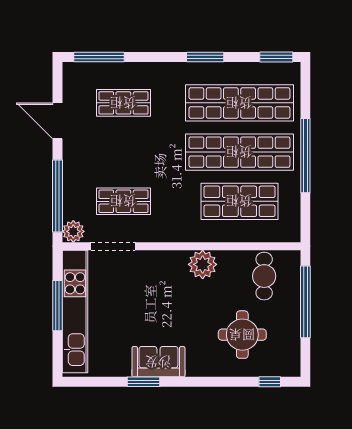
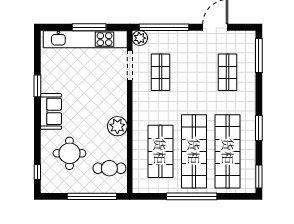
sofa: (158, 362) -> (51, 111), moved

